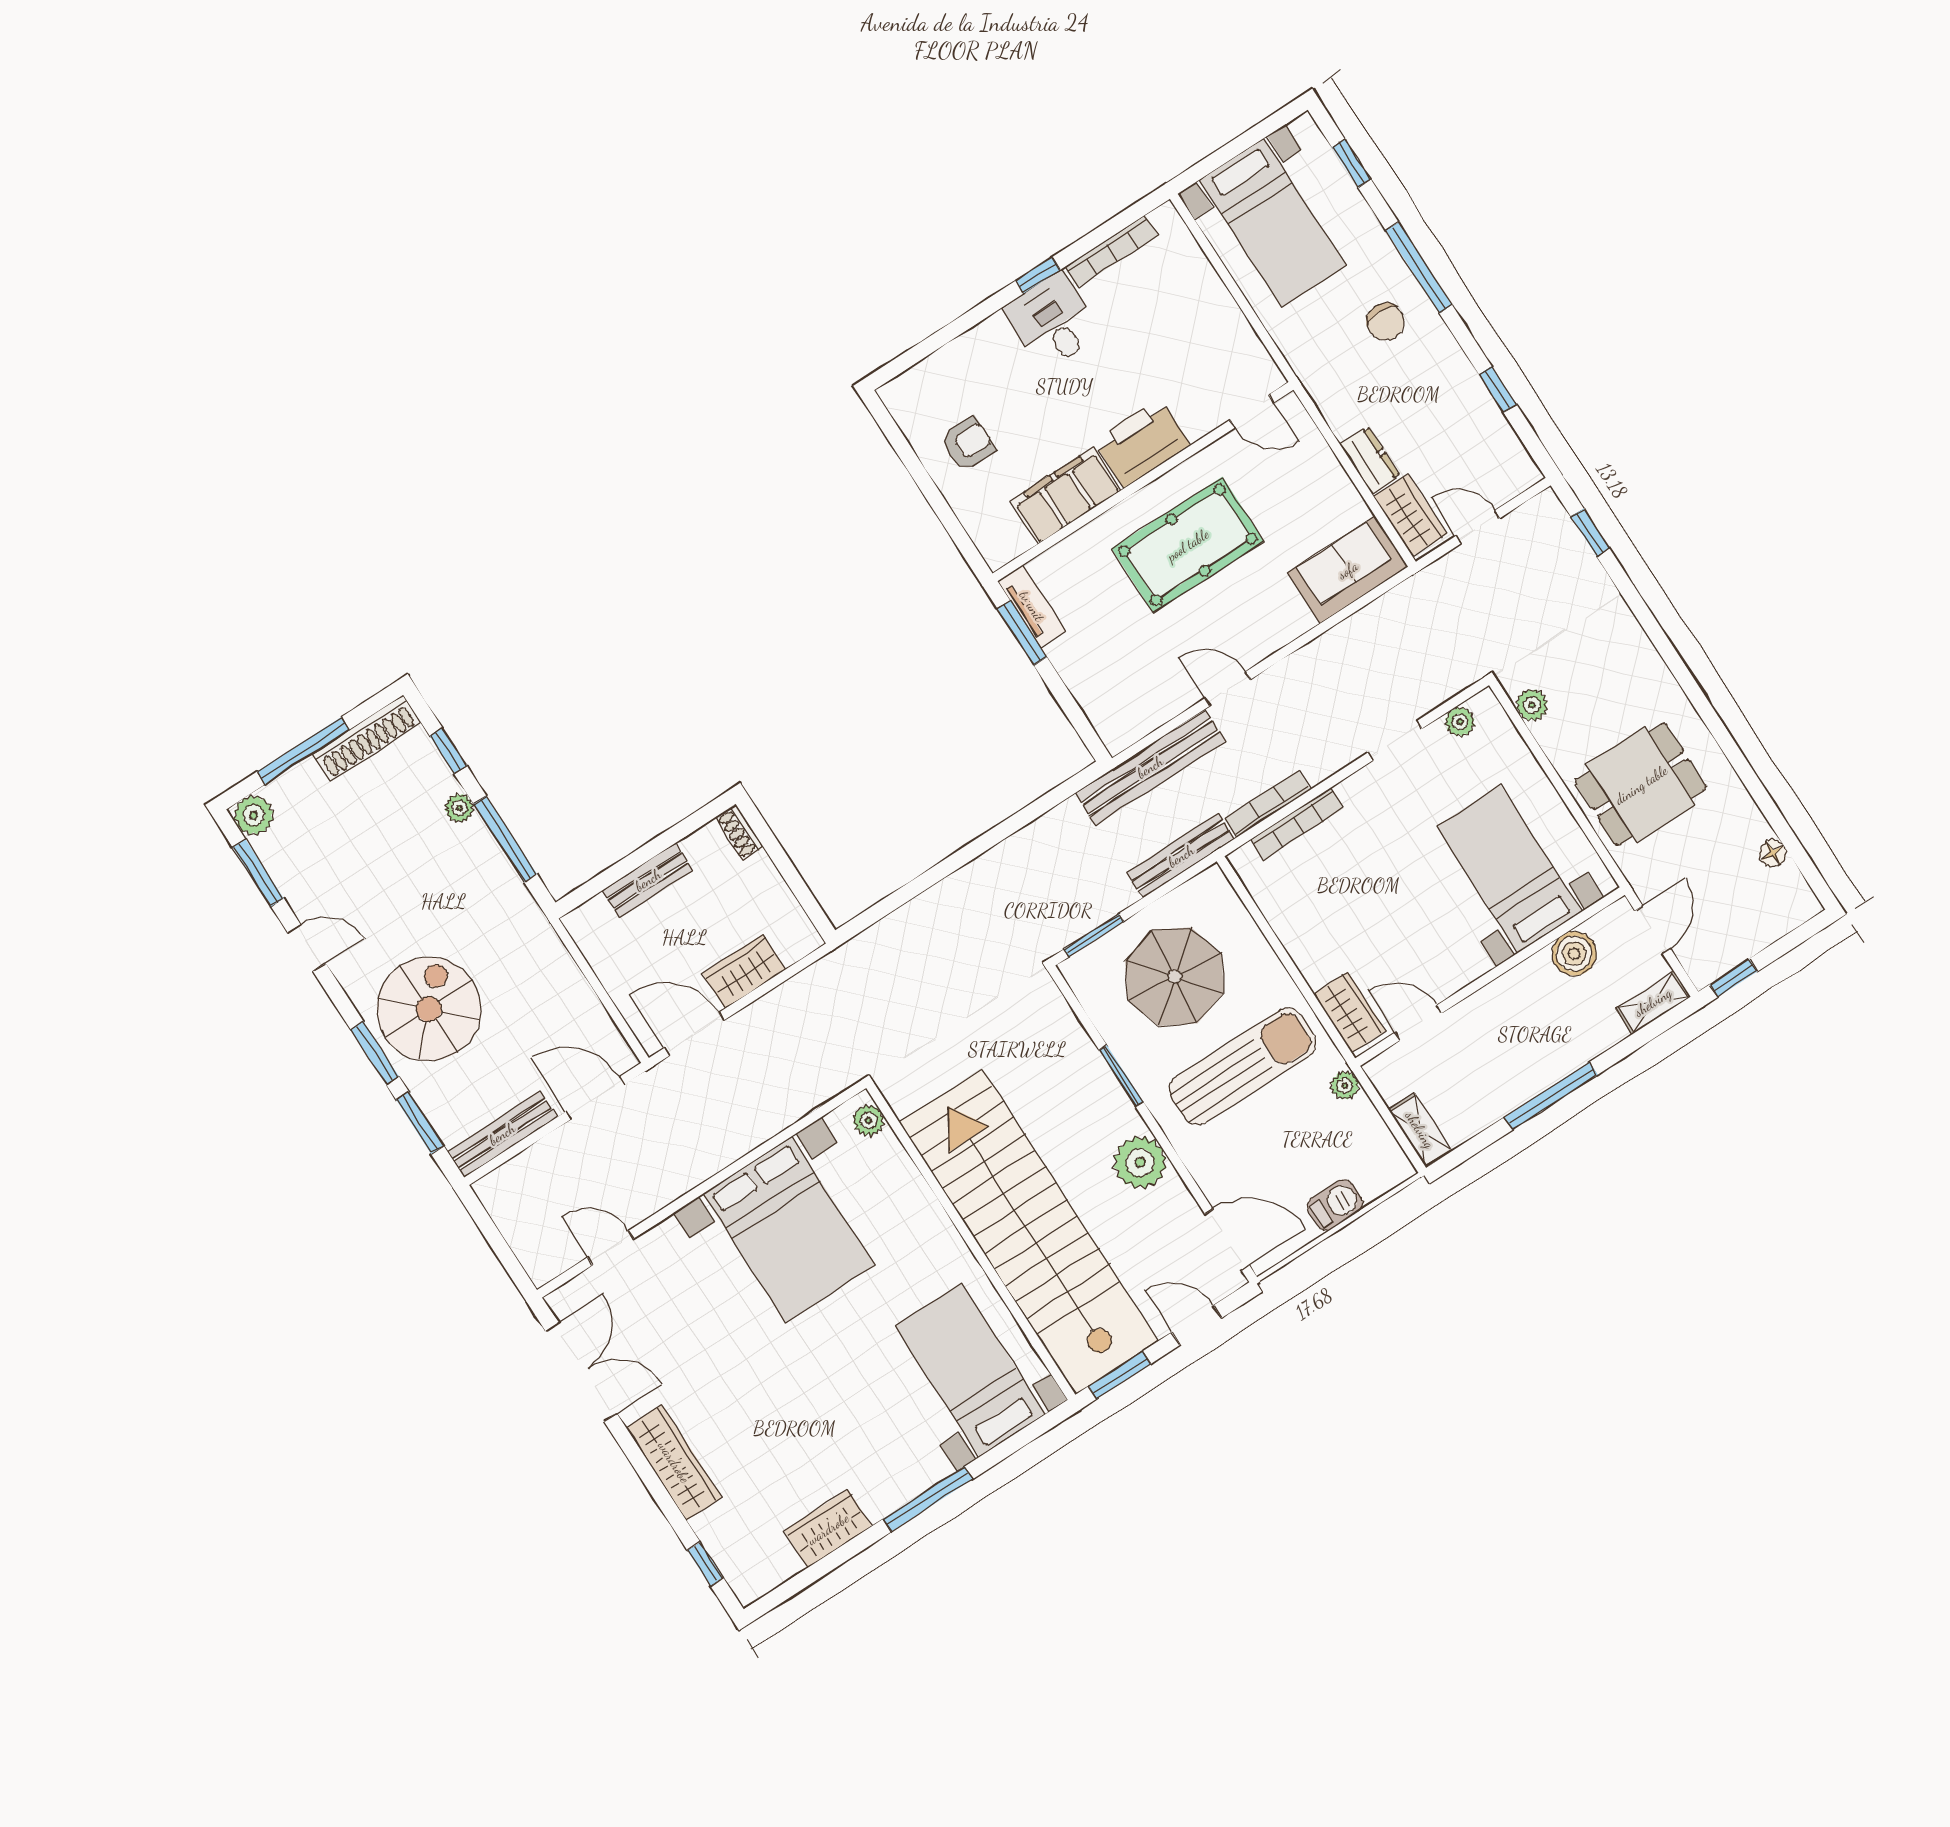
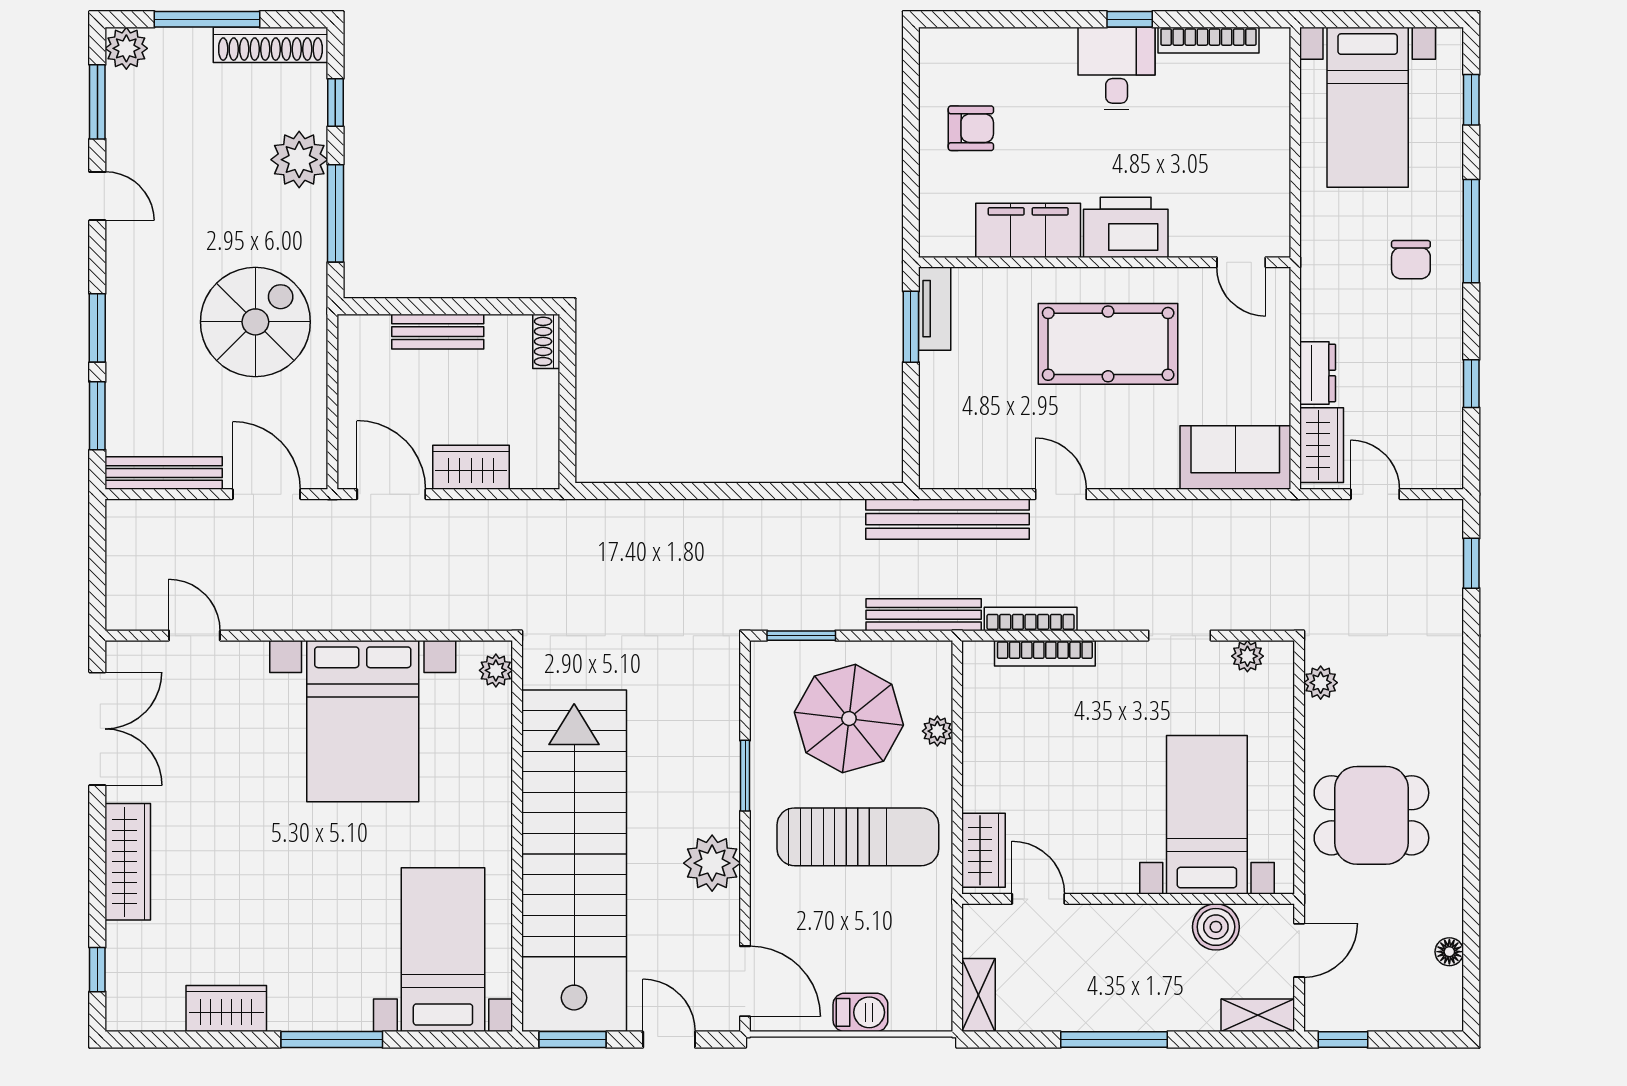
plant: (459, 808) -> (299, 160), width x1.87, depth x1.87
spiral stairs: (429, 1009) -> (255, 322), moved
plant: (1345, 1085) -> (937, 731), moved

